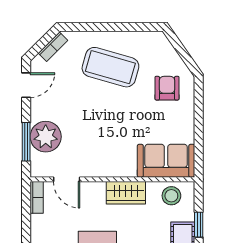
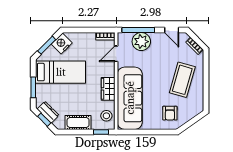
armchair: (167, 88) -> (170, 113), turned 90
window: (26, 142) -> (138, 30), width x1.44
sofa: (166, 161) -> (130, 98), width x1.85, depth x1.27
window: (199, 225) -> (101, 132), moved

